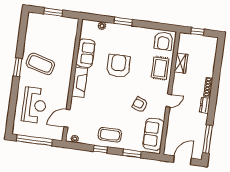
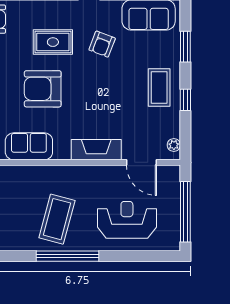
window: (18, 67) -> (67, 256), width x2.11
rug: (160, 68) -> (53, 42), moved
fireplace: (80, 82) -> (96, 150), moved

